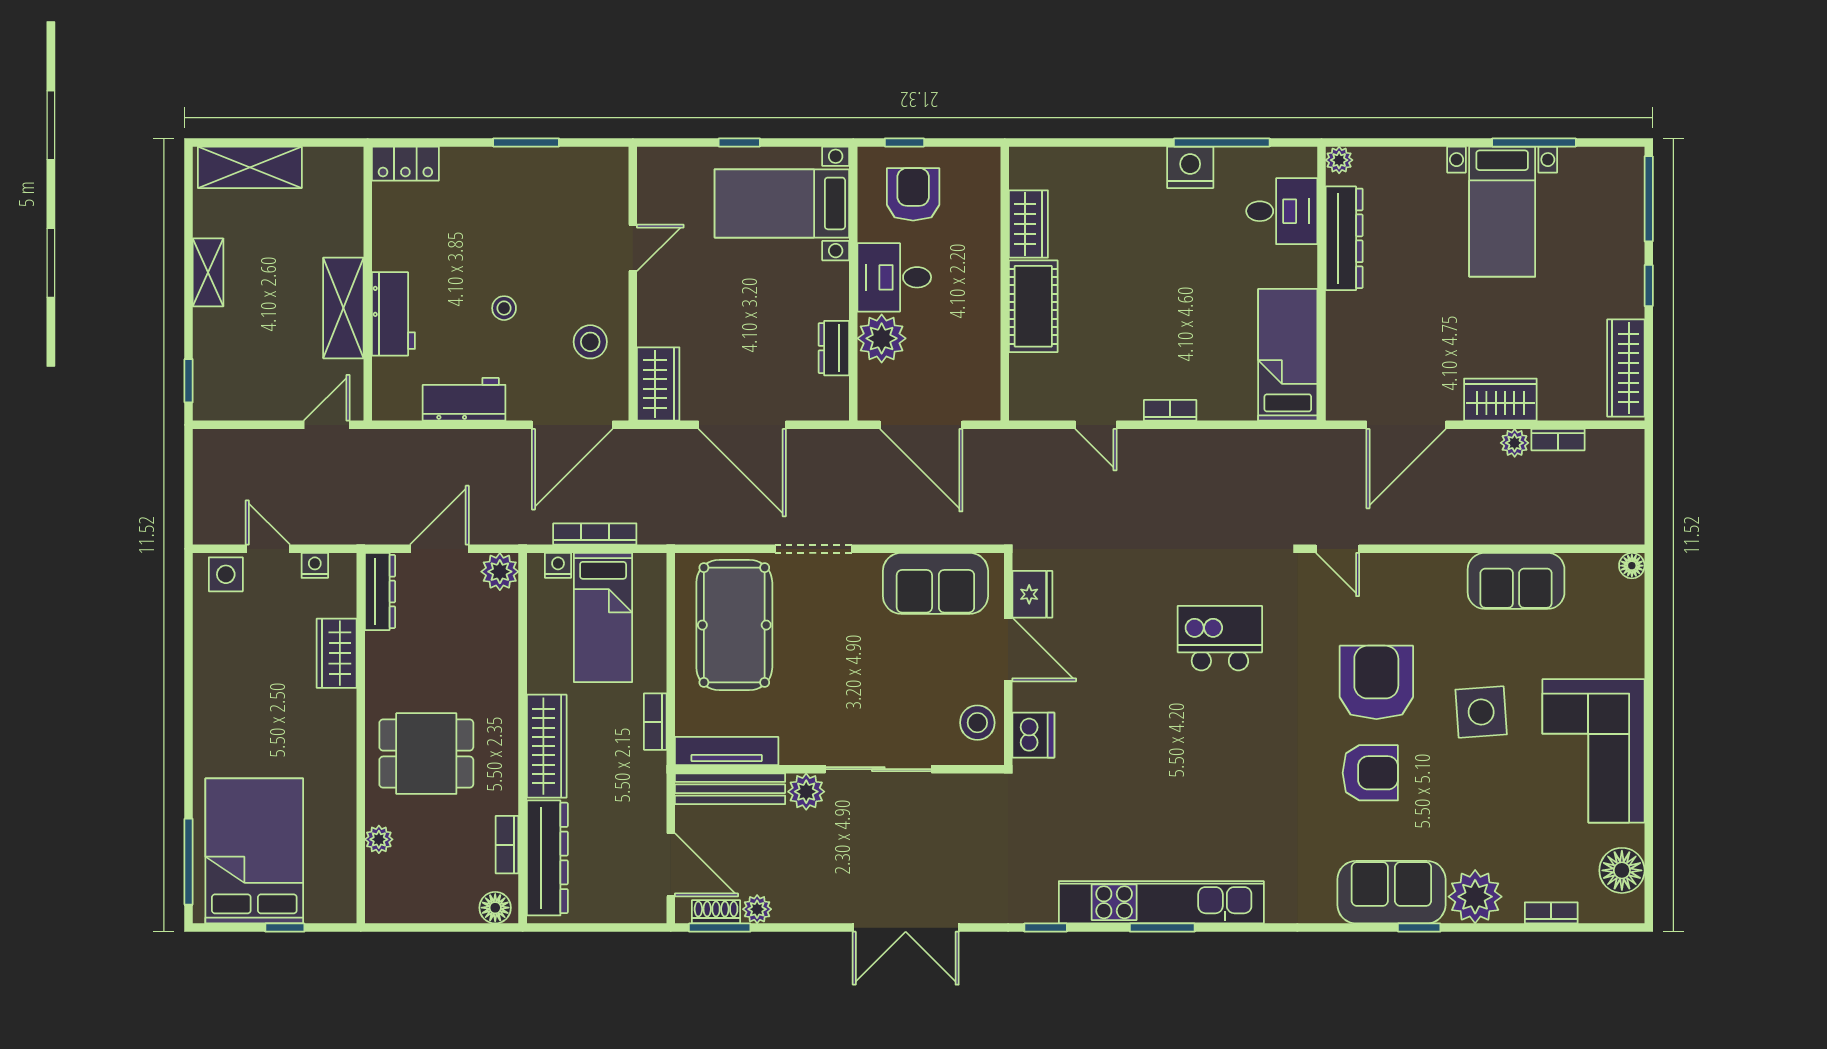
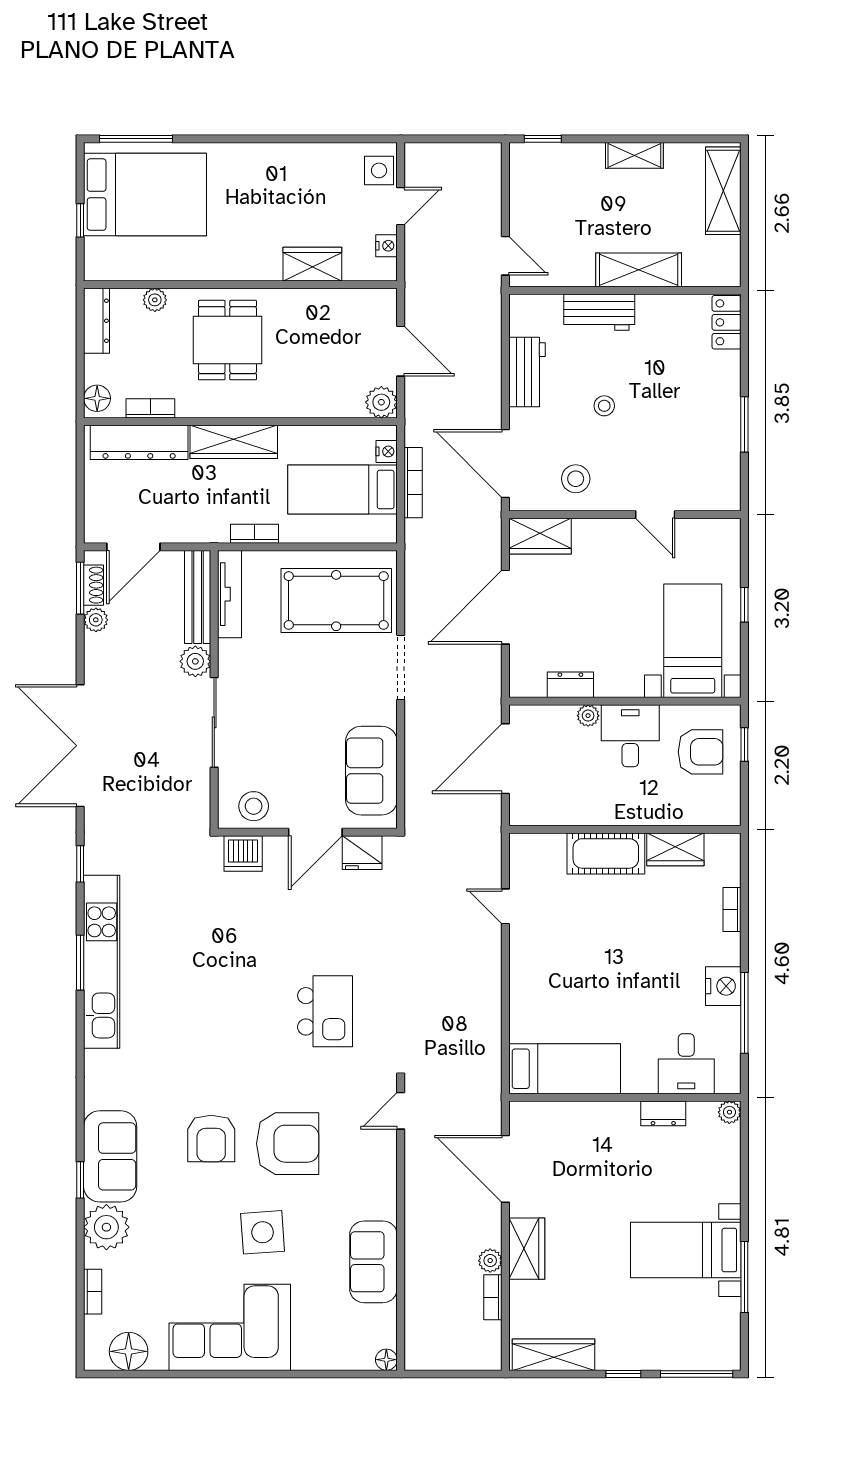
dresser: (1344, 238) -> (663, 1113), width x0.51, depth x0.80
shelving: (343, 308) -> (639, 270), moved
plant: (882, 338) -> (588, 716), width x0.53, depth x0.53
bookcase: (1170, 410) -> (732, 909), moved, turned 180
door: (1096, 425) -> (505, 906), hinge flipped
dresser: (380, 591) -> (96, 321), moved, turned -90
double door: (906, 928) -> (80, 746), width x1.36

